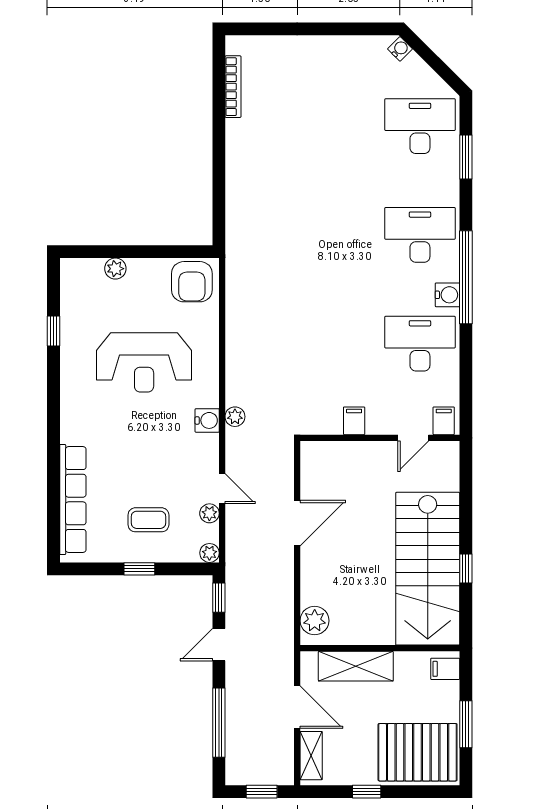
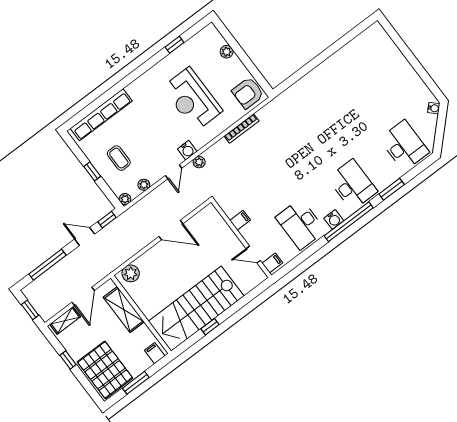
bookcase: (233, 87) -> (242, 128), moved
window: (466, 157) -> (392, 189), moved
desk: (420, 344) -> (301, 224), turned 180
door: (222, 489) -> (173, 172), moved

